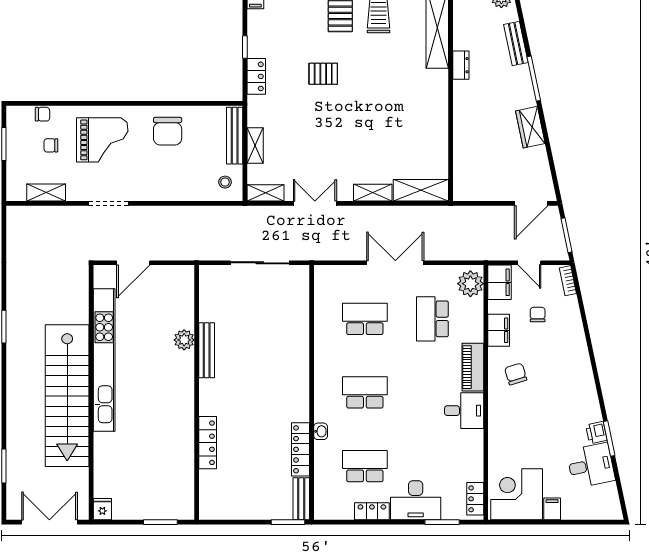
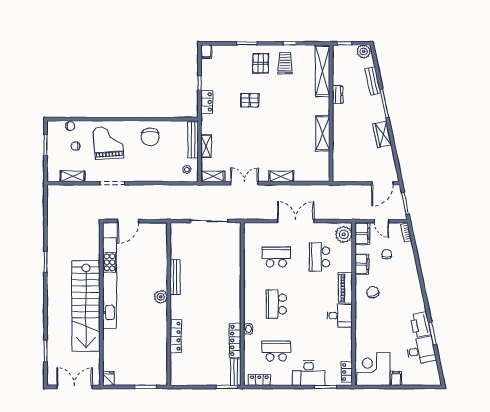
grand piano: (102, 140) -> (108, 143), turned -94
shelving: (421, 190) -> (323, 133), moved, turned 90
plant: (184, 340) -> (161, 297), moved
school desk: (365, 392) -> (276, 304), turned -90
printer: (596, 433) -> (421, 325), width x1.87, depth x1.48
locker: (372, 511) -> (259, 380), moved

